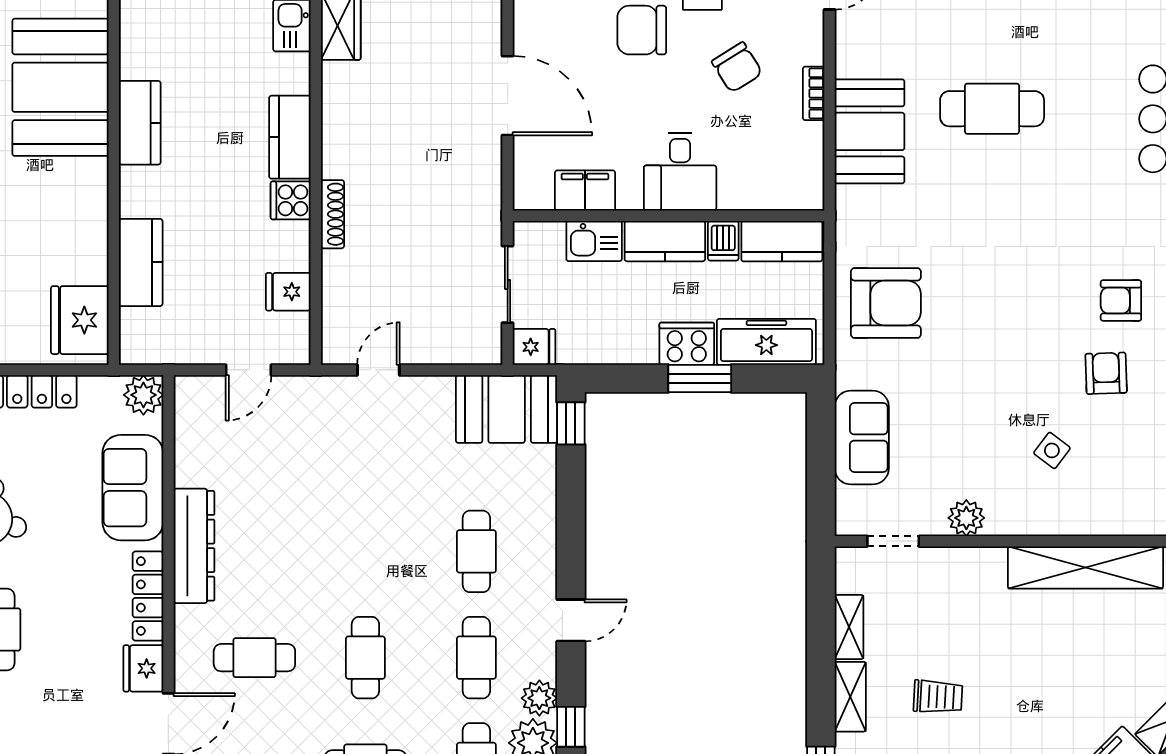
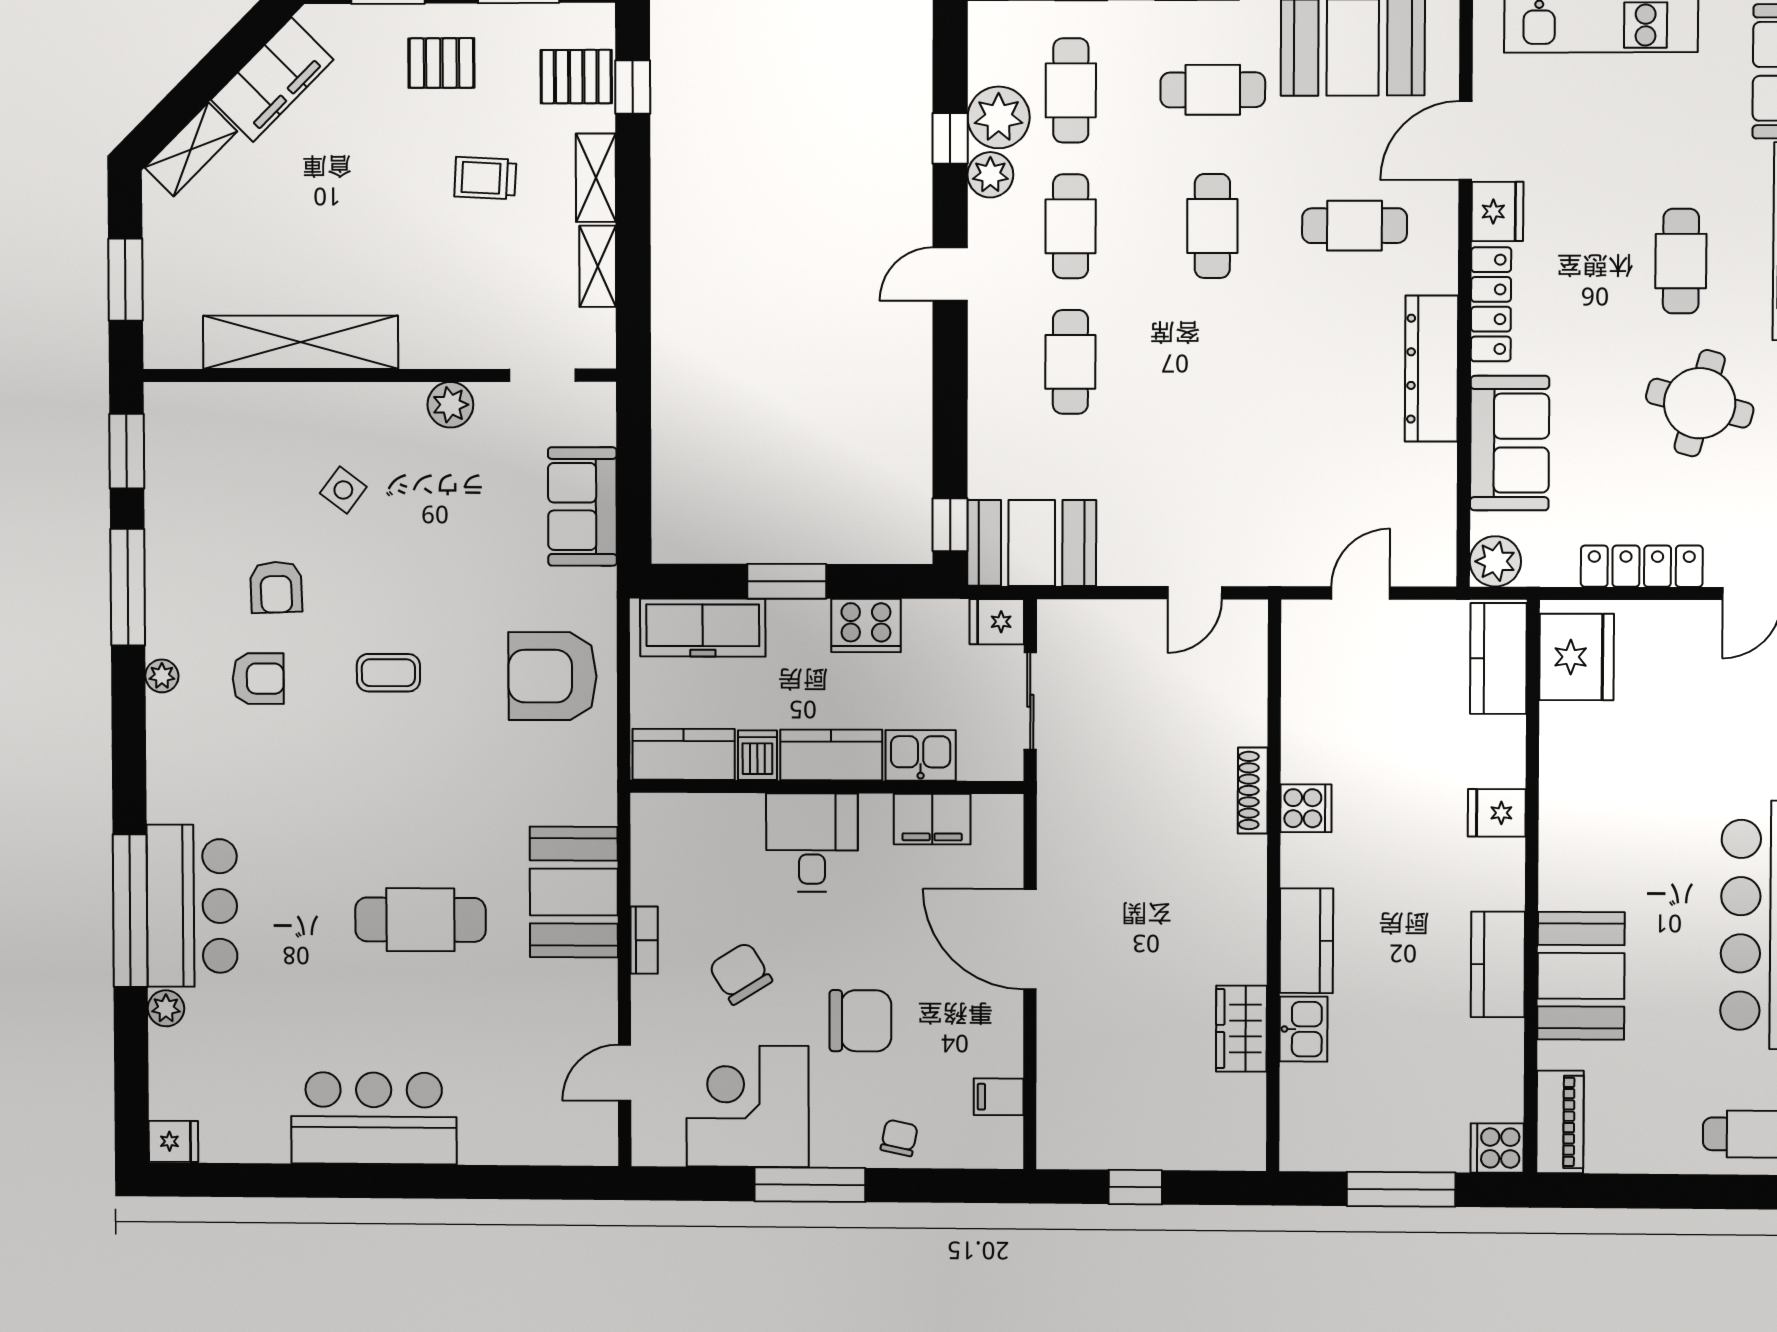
booth: (60, 87) -> (1581, 976), width x0.73, depth x0.70
kitchen counter: (140, 123) -> (1498, 964), moved
kitchen counter: (290, 137) -> (1306, 941), moved
kitchen counter: (141, 262) -> (1498, 658), moved
fridge: (288, 292) -> (1497, 813), moved, turned 180
coffee table: (1017, 305) -> (388, 673), added
cooker: (687, 344) -> (866, 626), moved

